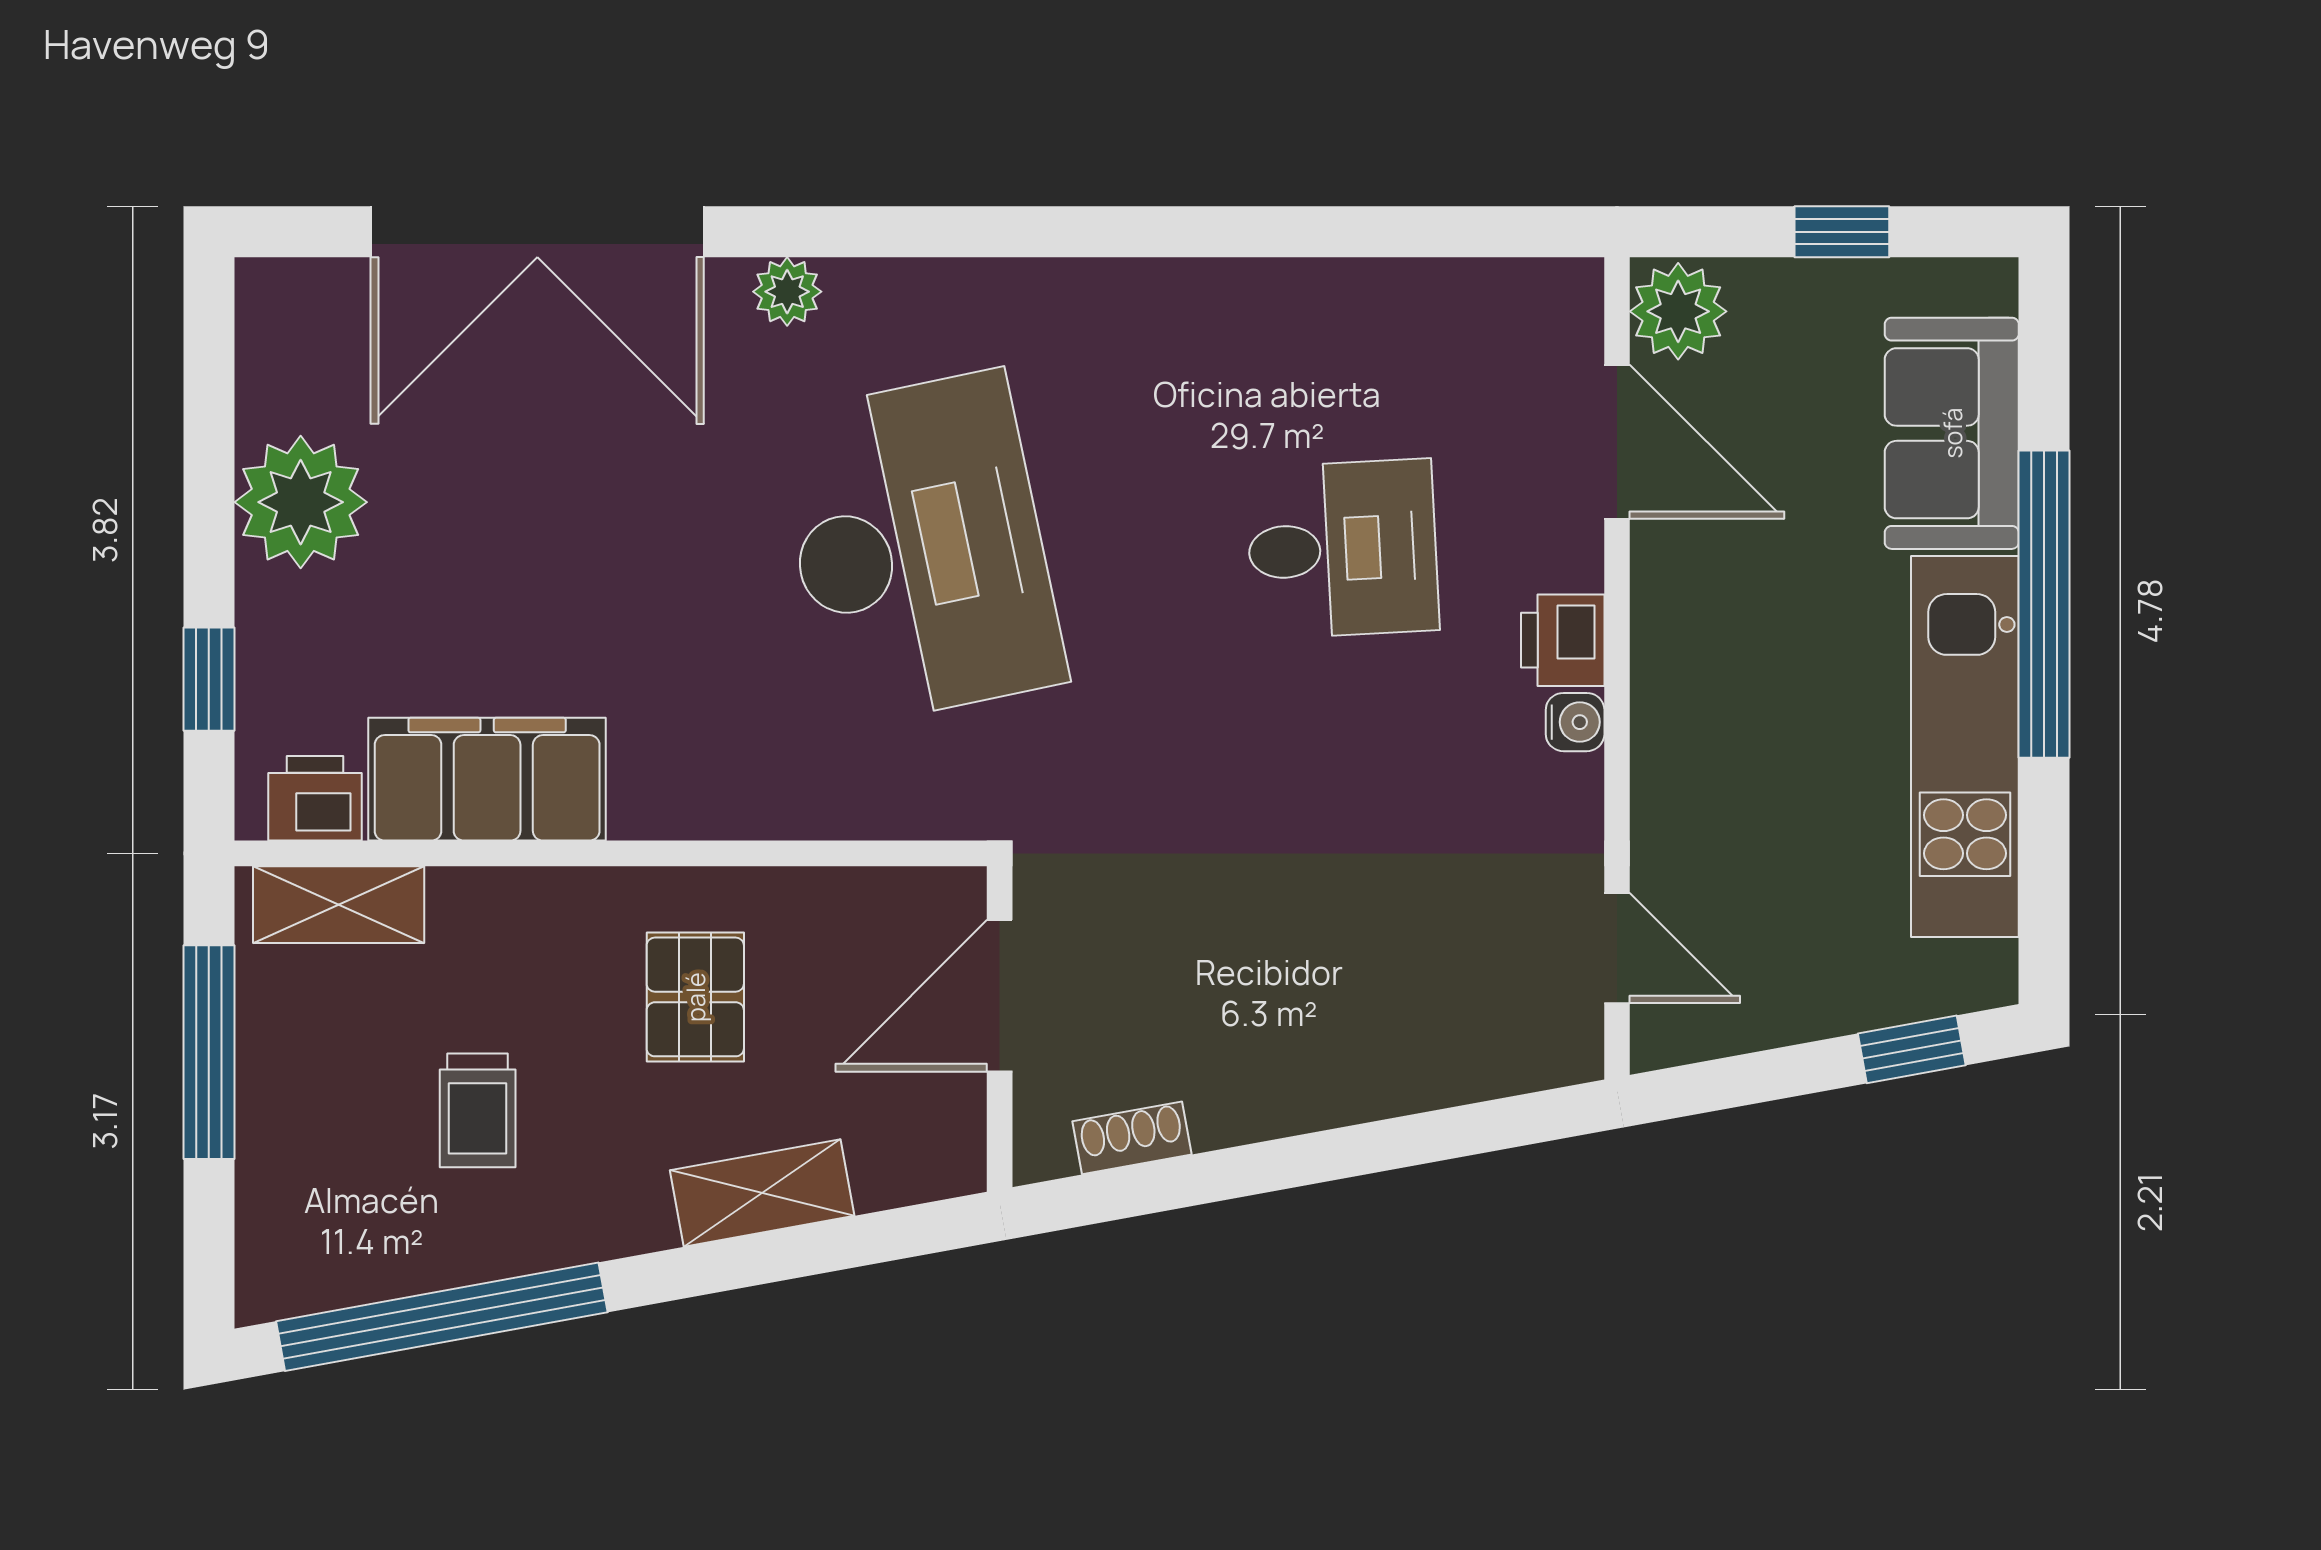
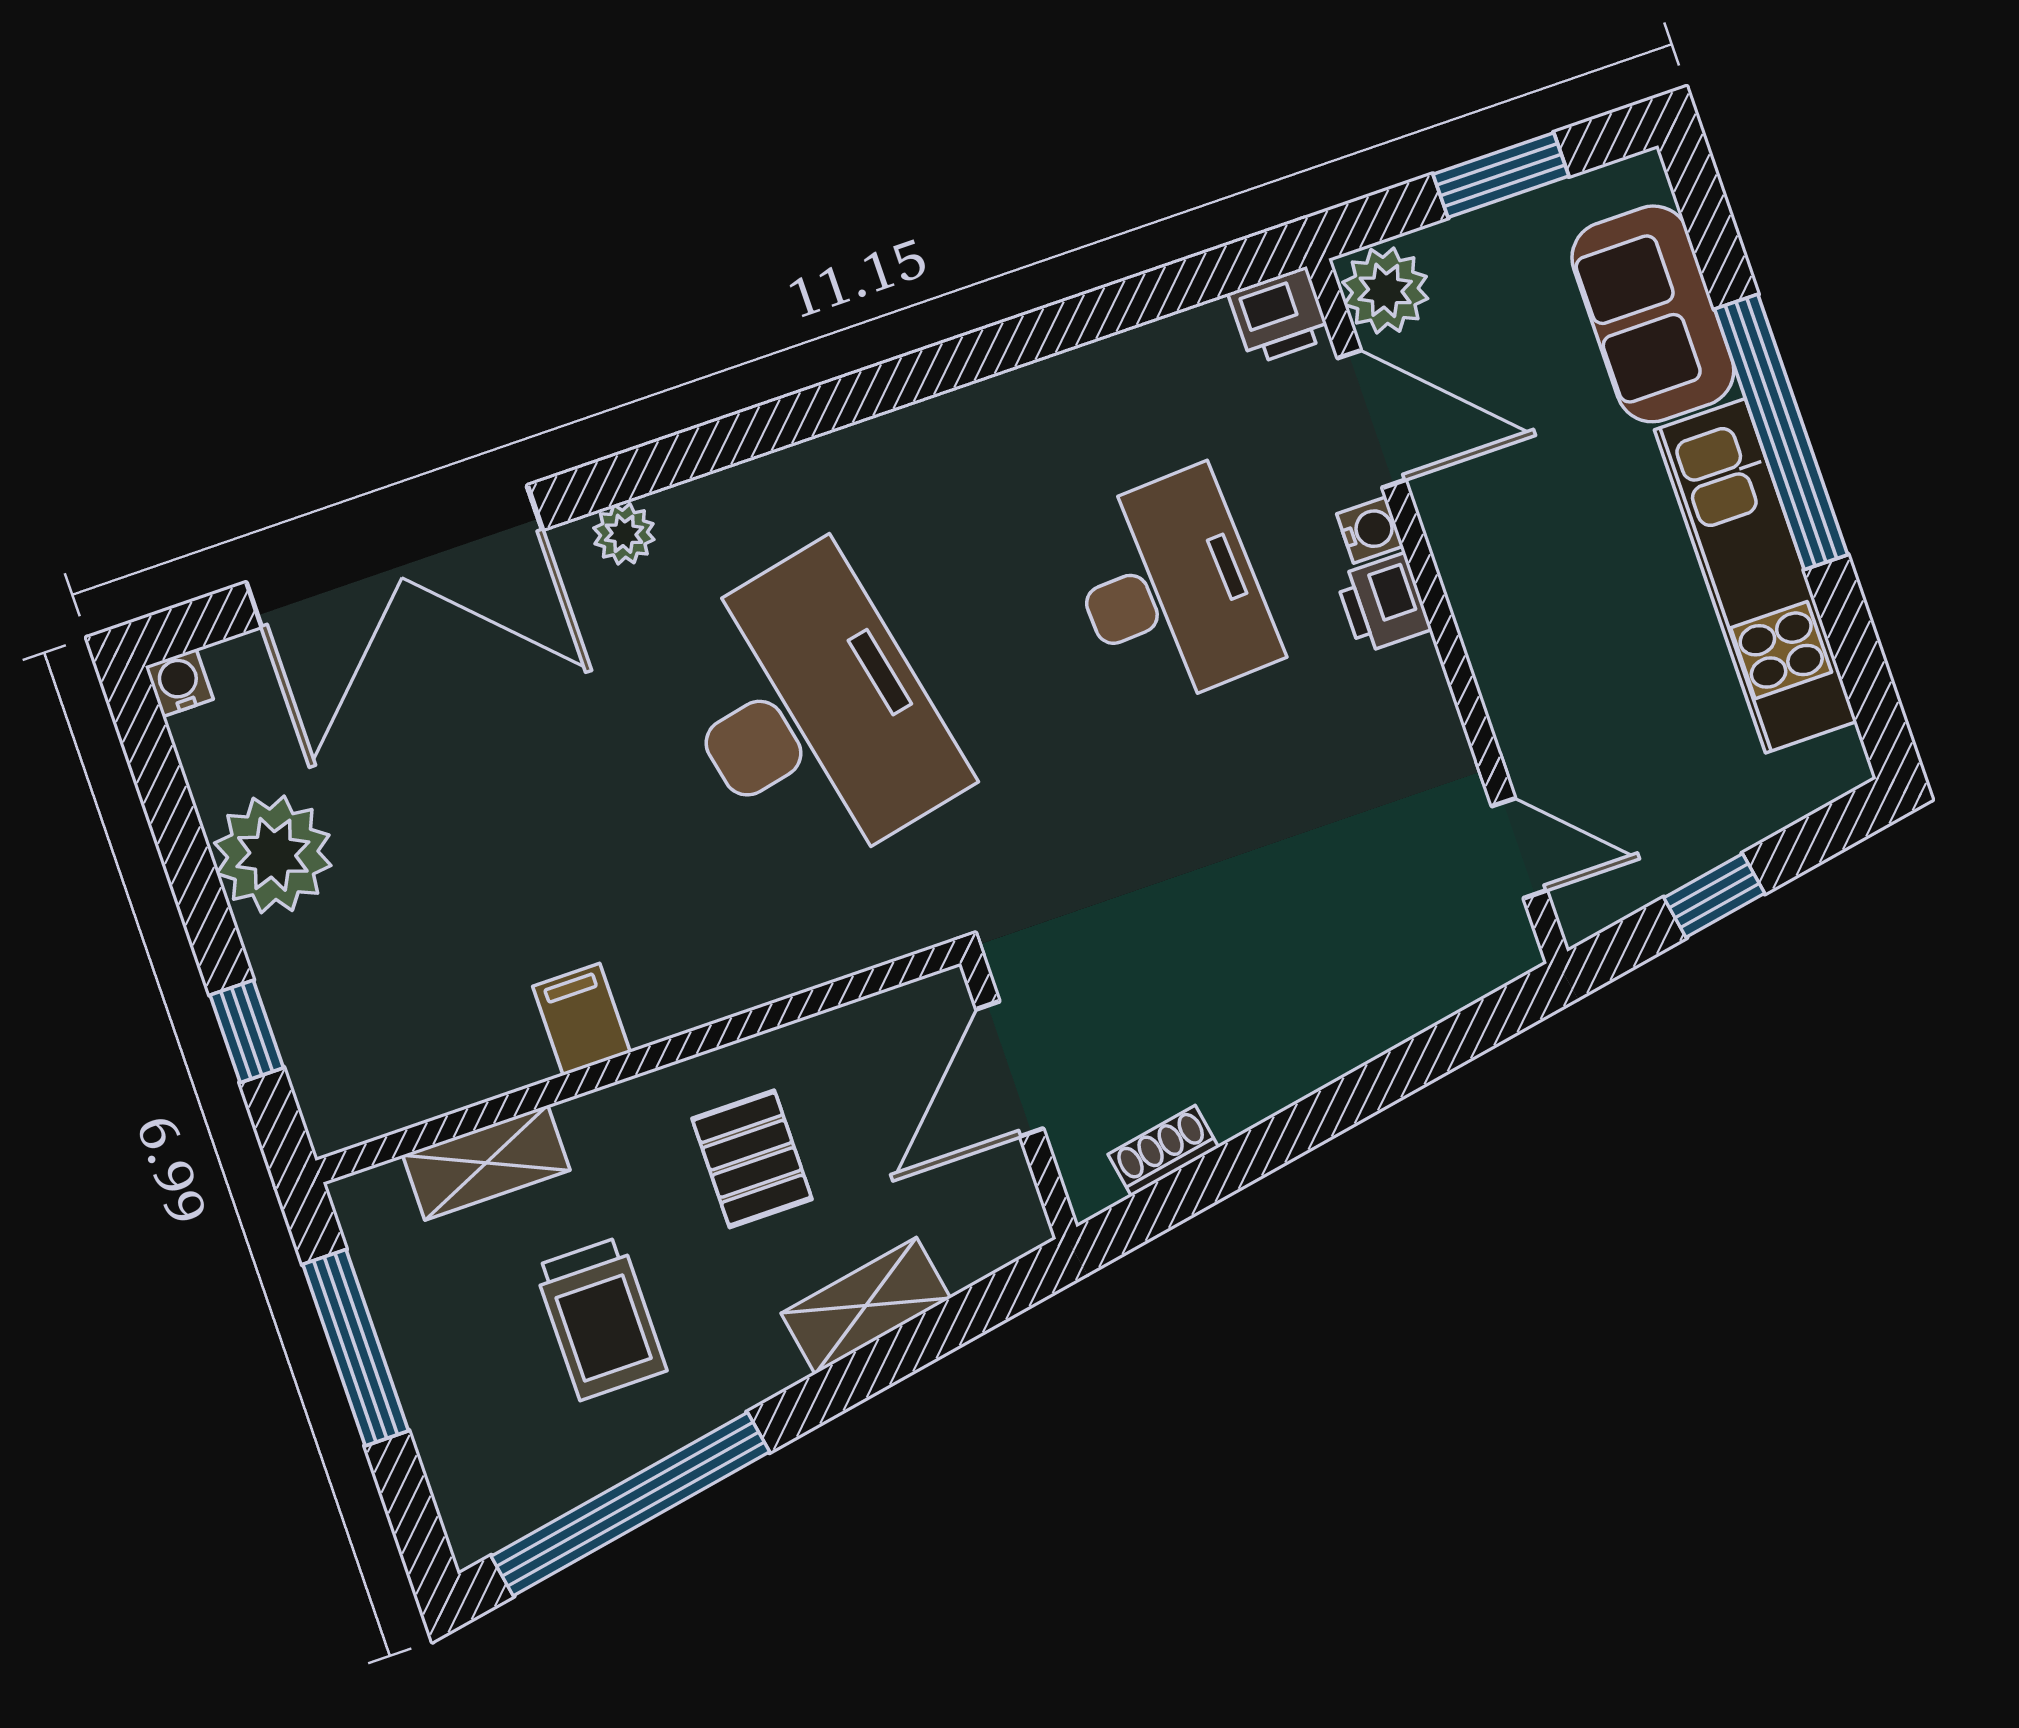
window: (1842, 232) -> (1501, 175), width x1.50
water cooler: (264, 287) -> (179, 683), added
desk: (1342, 549) -> (1170, 590), width x1.37
water cooler: (1575, 722) -> (1370, 530), moved
filing cabinet: (487, 779) -> (581, 1019), width x0.33, depth x0.86
printer: (315, 798) -> (1280, 316), moved, turned 180
shelving: (339, 905) -> (486, 1163), moved
window: (1912, 1049) -> (1714, 895), moved
trolley: (478, 1110) -> (600, 1319), width x1.36, depth x1.39

